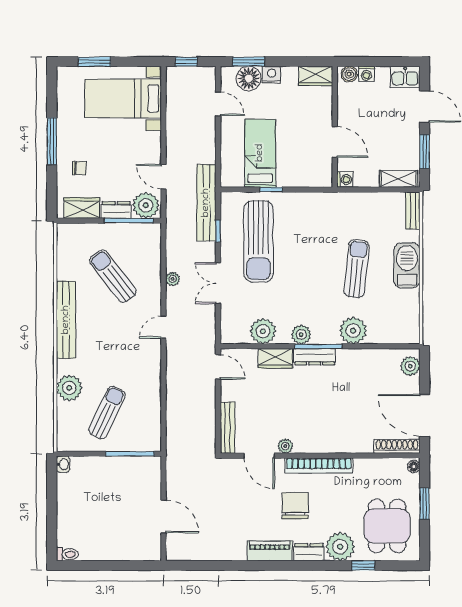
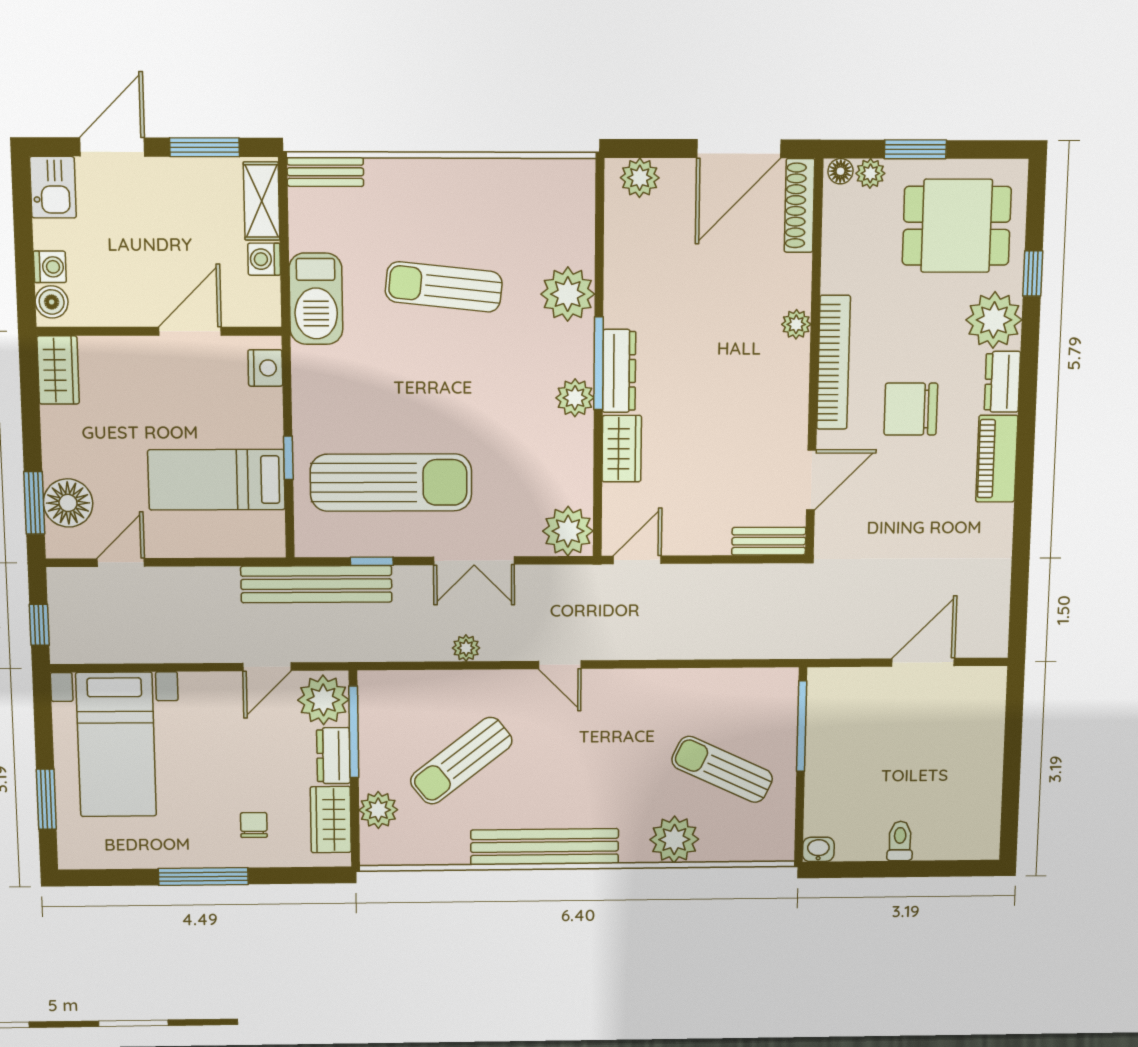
nightstand: (272, 75) -> (265, 368), moved, turned 180
washing machine: (345, 180) -> (264, 259), moved, turned -90
plant: (87, 233) -> (378, 810), added
barbecue: (407, 265) -> (316, 299), moved, turned -90
plant: (263, 331) -> (568, 531), moved
bench: (228, 428) -> (769, 541), width x0.73
plant: (285, 446) -> (796, 324), moved
plant: (413, 481) -> (870, 173), added
toilet: (67, 554) -> (900, 841), moved

